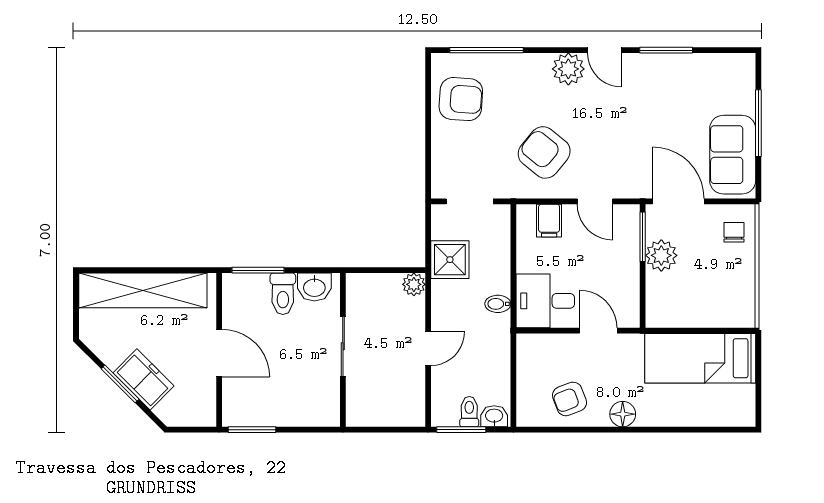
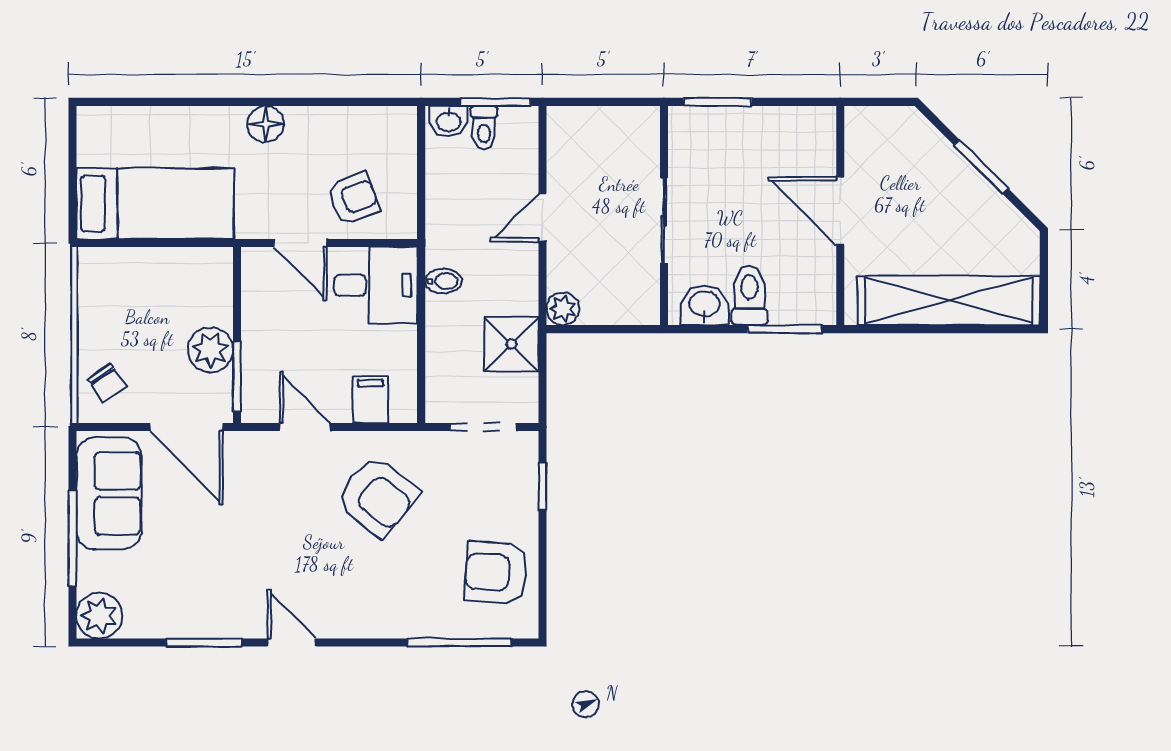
plant: (568, 69) -> (99, 616), moved
window: (428, 160) -> (543, 487), added
chair: (734, 232) -> (107, 383), turned -35
freezer: (143, 379) -> (948, 174), removed
armchair: (570, 399) -> (353, 199), moved
window: (252, 430) -> (718, 102), moved

